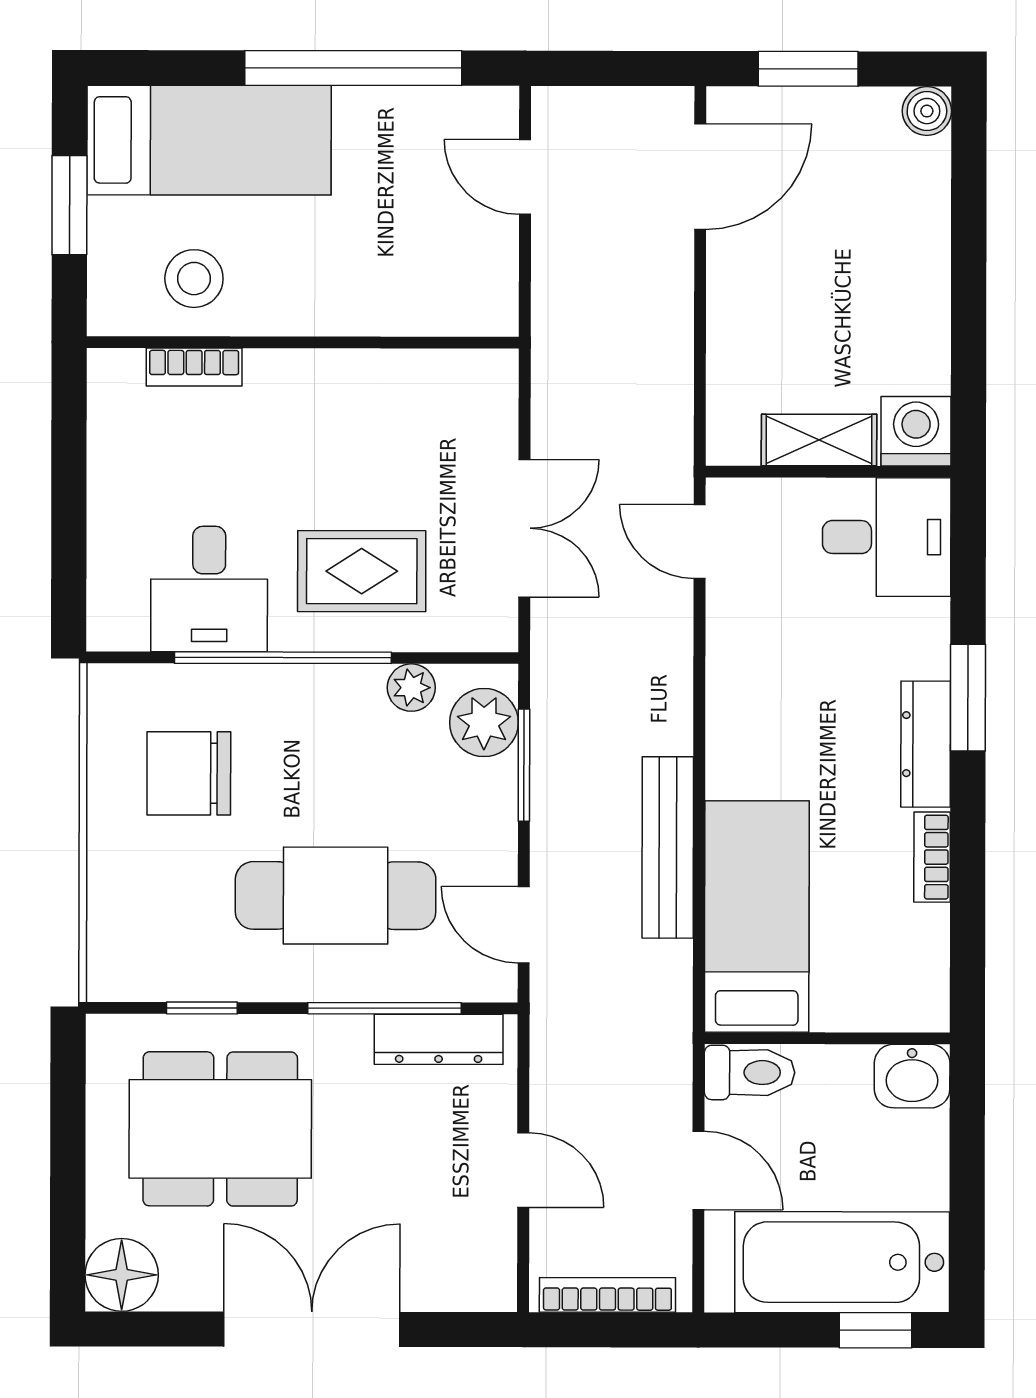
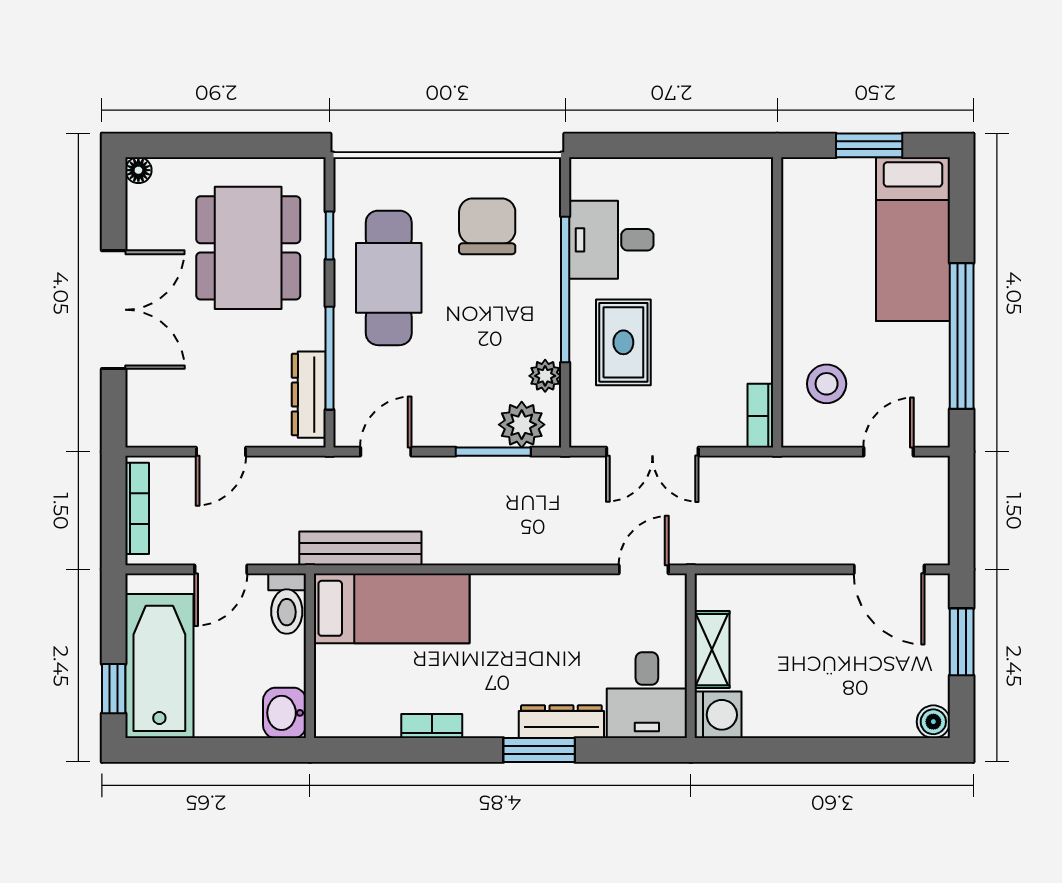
stool: (194, 279) -> (827, 384), moved
bookcase: (194, 367) -> (760, 416), moved
dresser: (926, 744) -> (561, 722), moved
bench: (668, 847) -> (360, 548), moved
cafe table: (336, 896) -> (389, 278), moved
floor lamp: (122, 1275) -> (138, 170), width x0.53, depth x0.53

